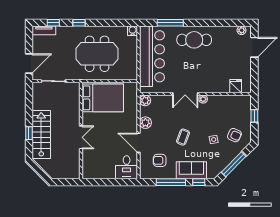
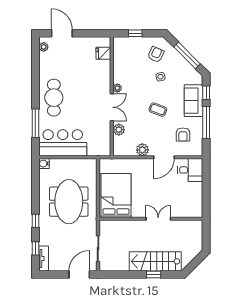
bar counter: (152, 56) -> (63, 143), width x0.73
door: (29, 64) -> (79, 274), hinge flipped
plant: (145, 100) -> (119, 130), moved

